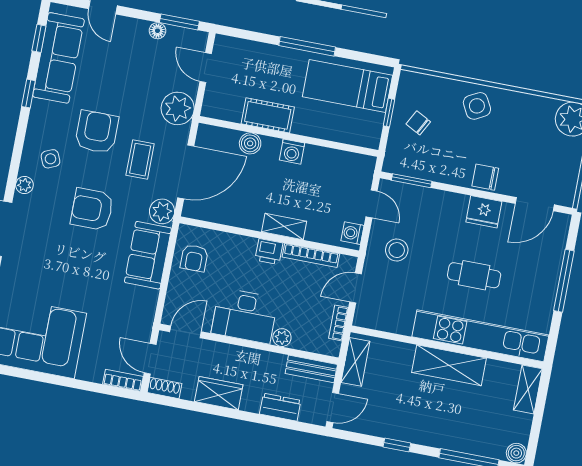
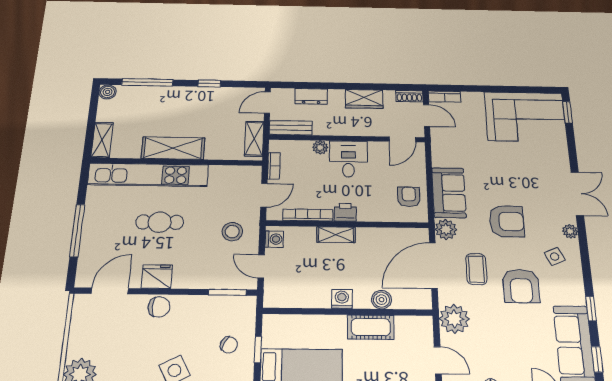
desk: (245, 316) -> (348, 159), width x0.73

